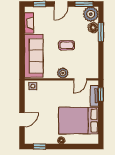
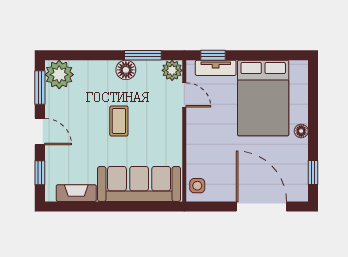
floor lamp: (93, 28) -> (126, 70), moved
window: (101, 32) -> (143, 55), moved
plant: (63, 73) -> (172, 70), moved
door: (22, 120) -> (261, 206), width x1.88

